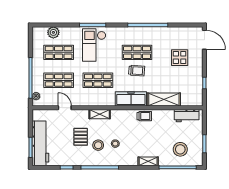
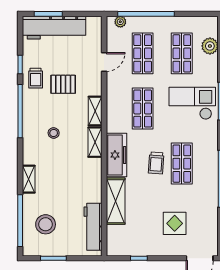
shelving: (122, 114) -> (95, 142), added
trolley: (144, 116) -> (36, 78), moved
workbench: (187, 116) -> (93, 227), width x1.37
stool: (98, 145) -> (51, 109), removed

